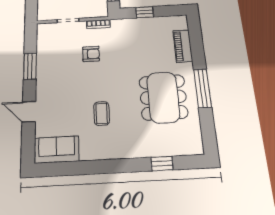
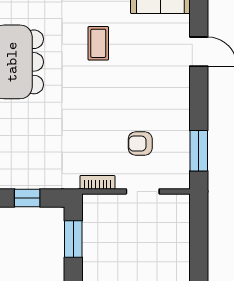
armchair: (91, 54) -> (140, 144), moved
window: (30, 66) -> (199, 151), moved

